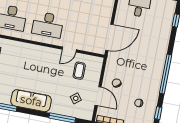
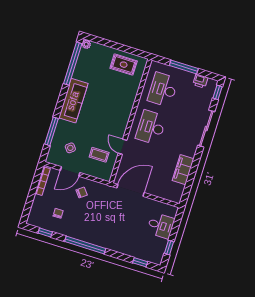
door: (109, 37) -> (130, 190), swing flipped

